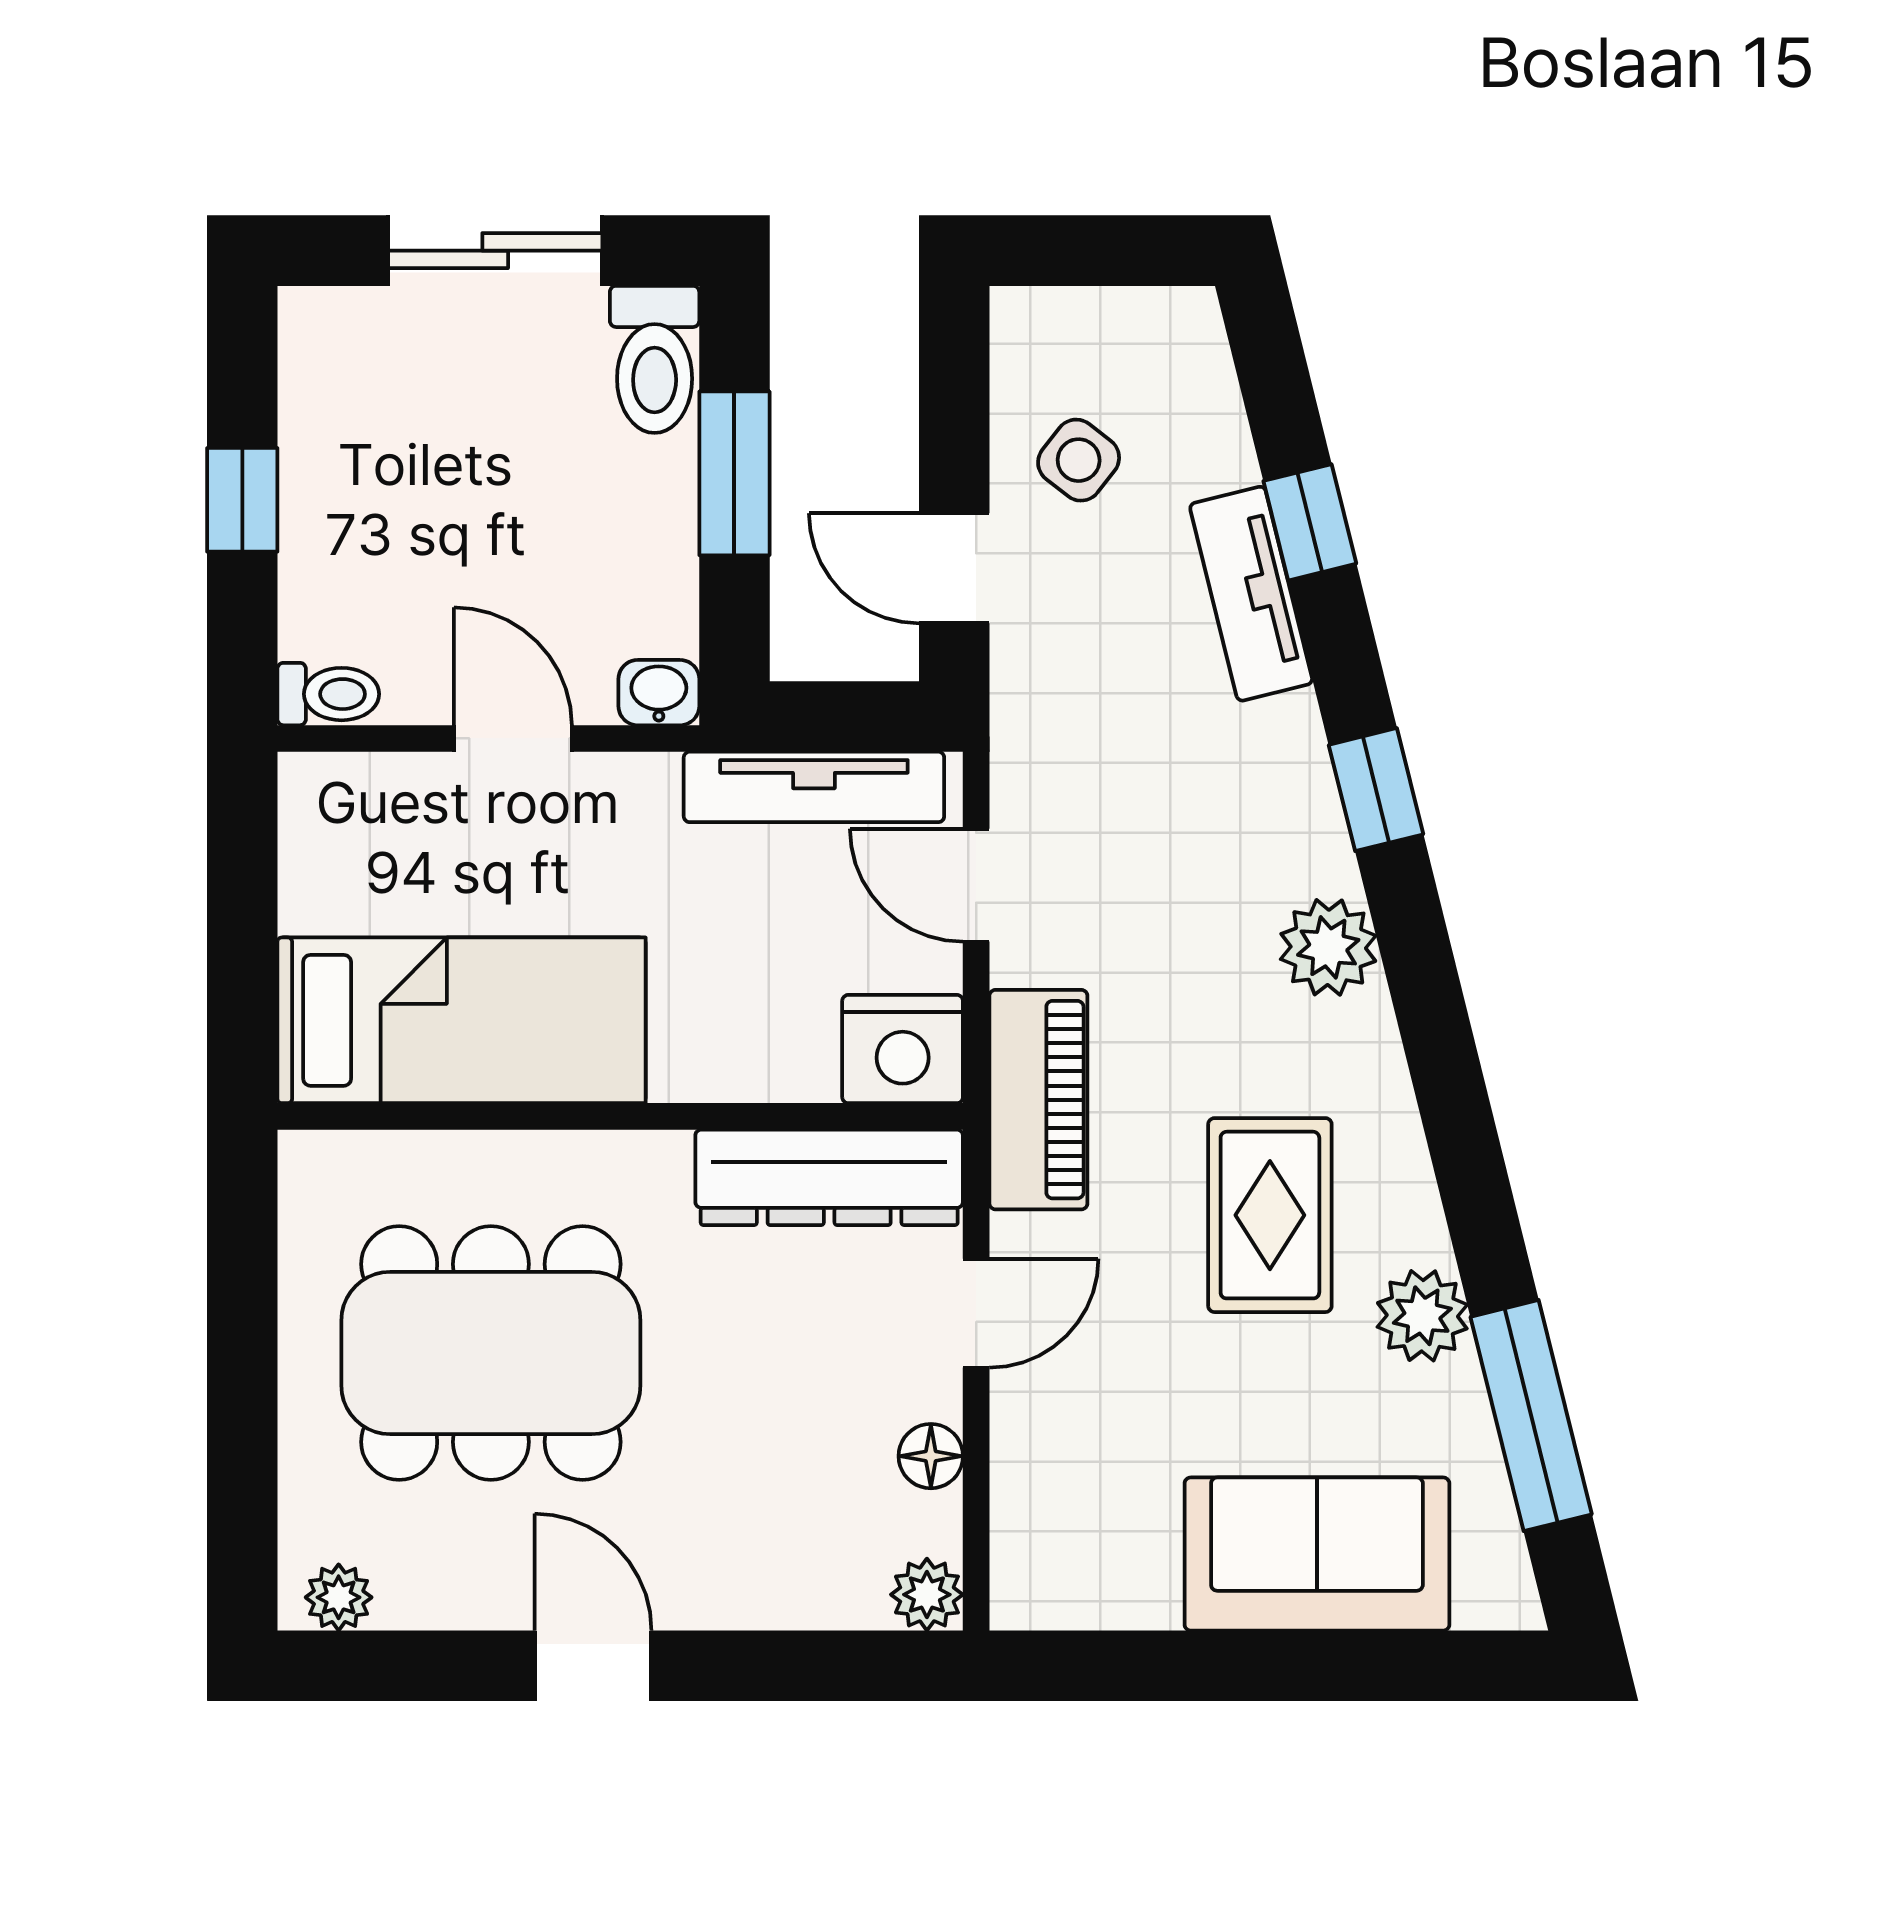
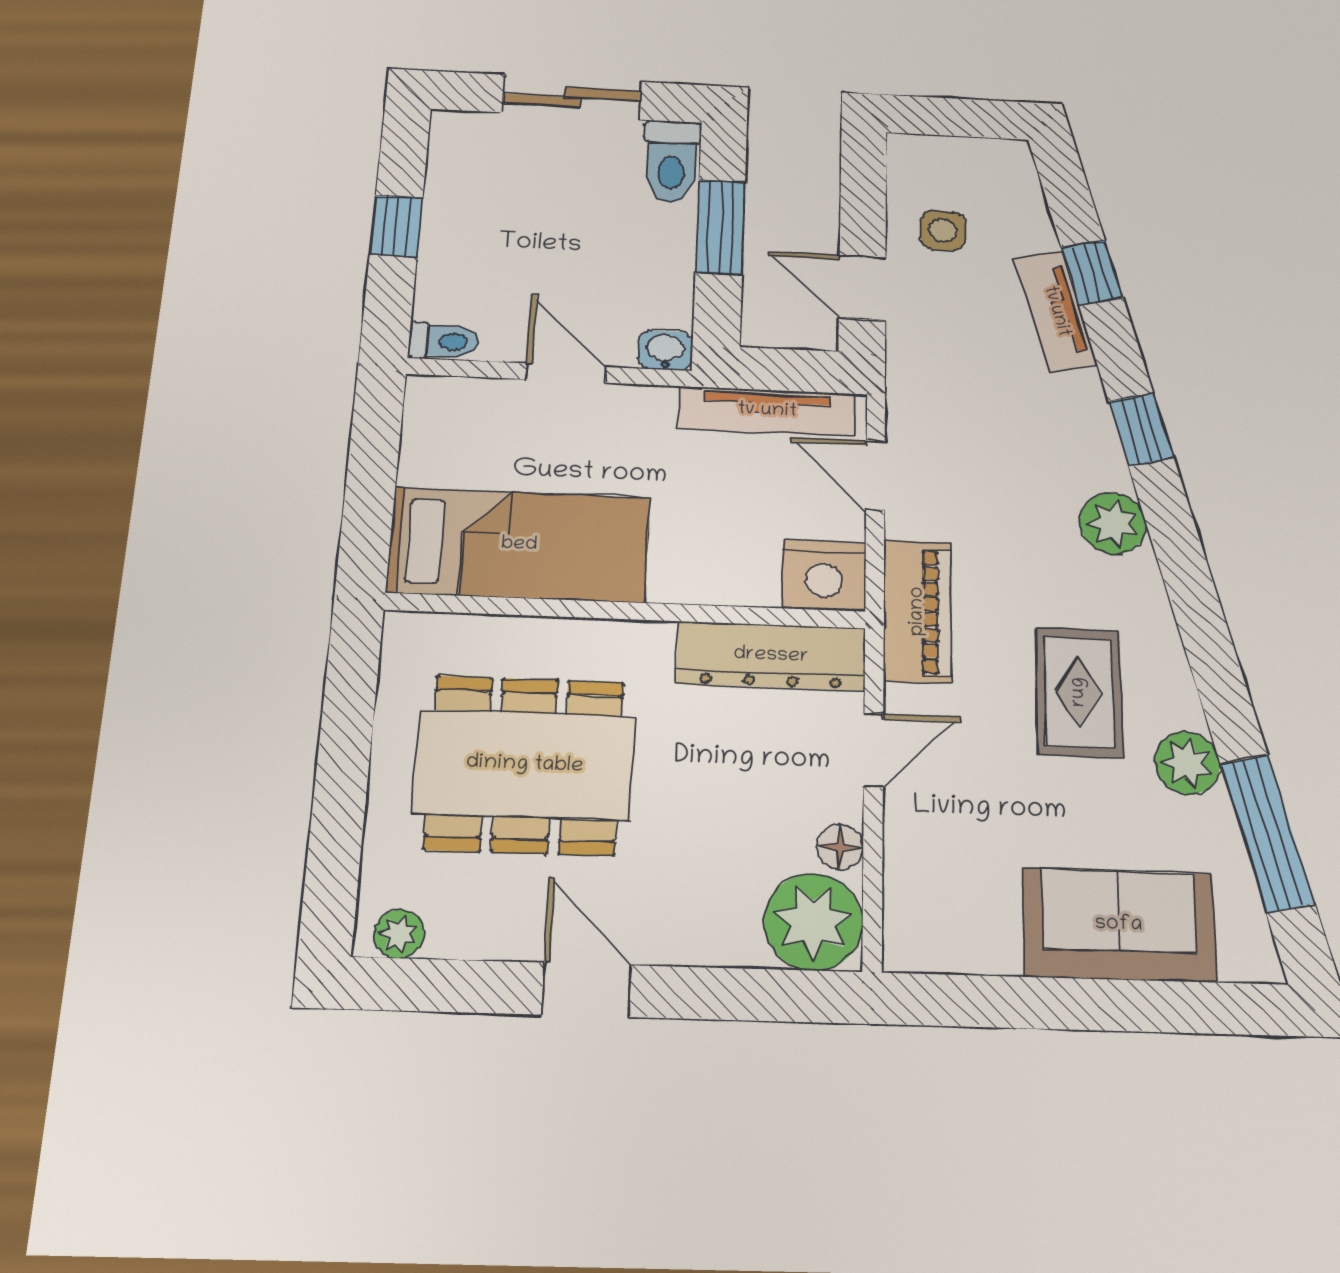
side table: (1079, 460) -> (943, 230), turned -38
plant: (927, 1595) -> (813, 922), width x1.87, depth x1.87

